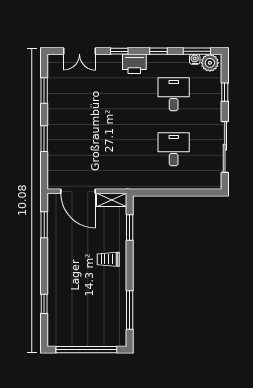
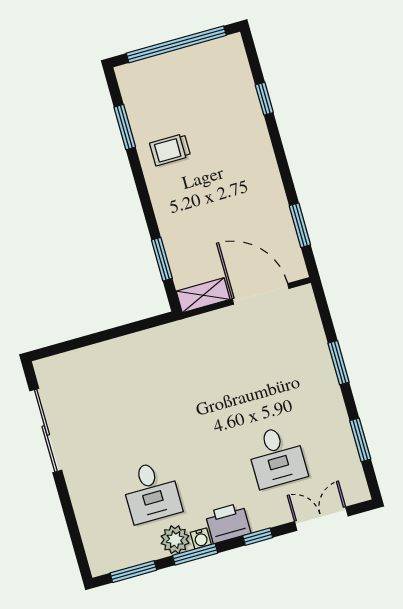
window: (158, 51) -> (195, 554), width x1.50
water cooler: (195, 59) -> (201, 538), moved
plant: (210, 63) -> (175, 540), moved
window: (225, 92) -> (71, 518), removed
desk: (174, 149) -> (277, 457), moved
trolley: (108, 259) -> (170, 150), moved, turned 180
window: (130, 310) -> (125, 127), width x0.69

